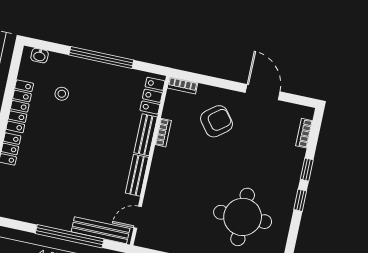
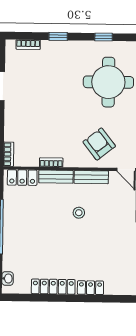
stool: (62, 94) -> (79, 213), moved
armchair: (216, 121) -> (99, 144), moved
window: (300, 200) -> (104, 37), moved

